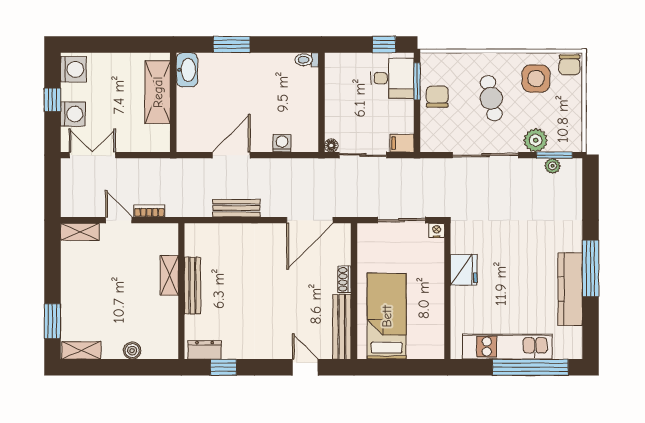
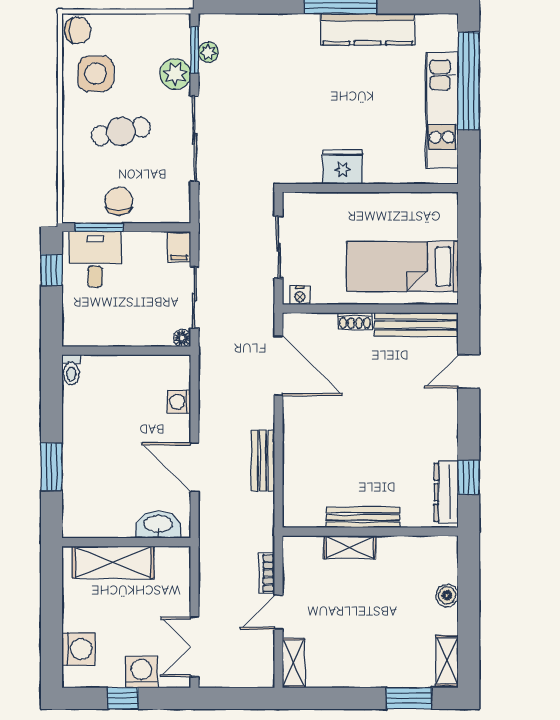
washing machine: (73, 69) -> (78, 649), moved, turned 90
washbasin: (187, 70) -> (158, 525), moved
chair: (437, 97) -> (119, 201), turned 90
nightstand: (437, 231) -> (300, 295), moved, turned -90
dresser: (205, 350) -> (446, 492), width x1.44

